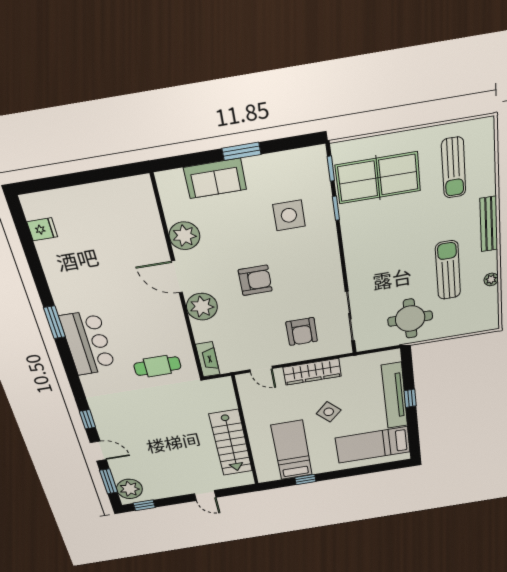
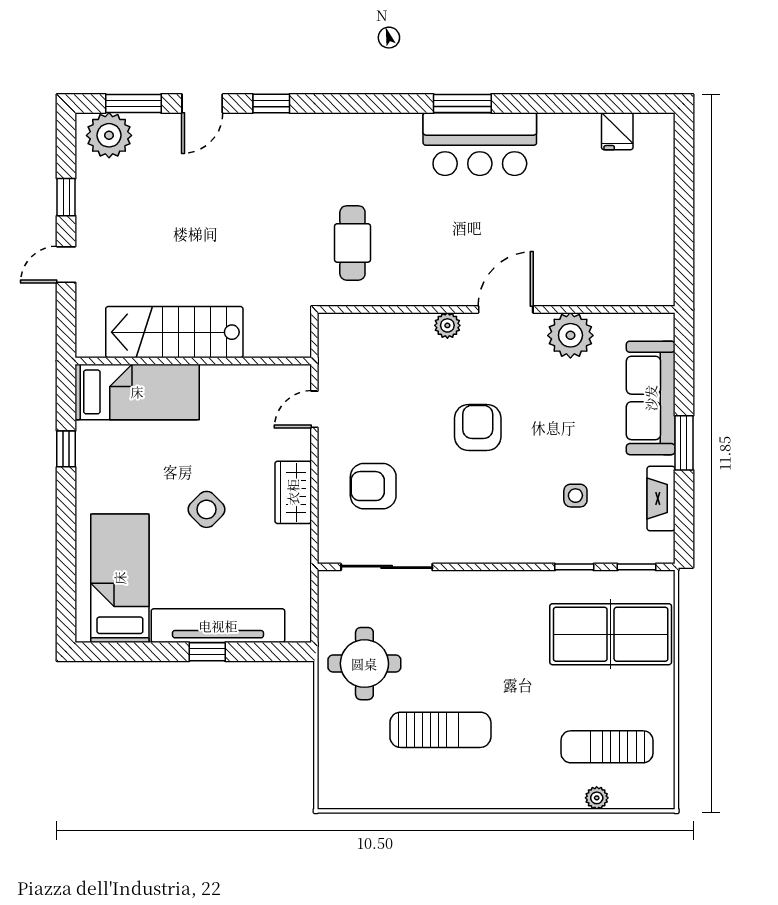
sofa: (215, 178) -> (651, 398), width x1.36
table tennis table: (378, 178) -> (611, 634), turned 90
side table: (289, 215) -> (575, 496), width x0.54, depth x0.54
bench: (489, 224) -> (508, 797), removed
plant: (491, 279) -> (597, 798), moved
armchair: (255, 280) -> (478, 427), turned 180
plant: (202, 307) -> (447, 325), width x0.53, depth x0.53
bar counter: (88, 343) -> (480, 144), moved
fireplace: (208, 359) -> (661, 498), moved, turned 90
wardrobe: (312, 372) -> (293, 492), width x0.67
bed: (292, 450) -> (137, 392), moved
window: (144, 505) -> (66, 197), moved

